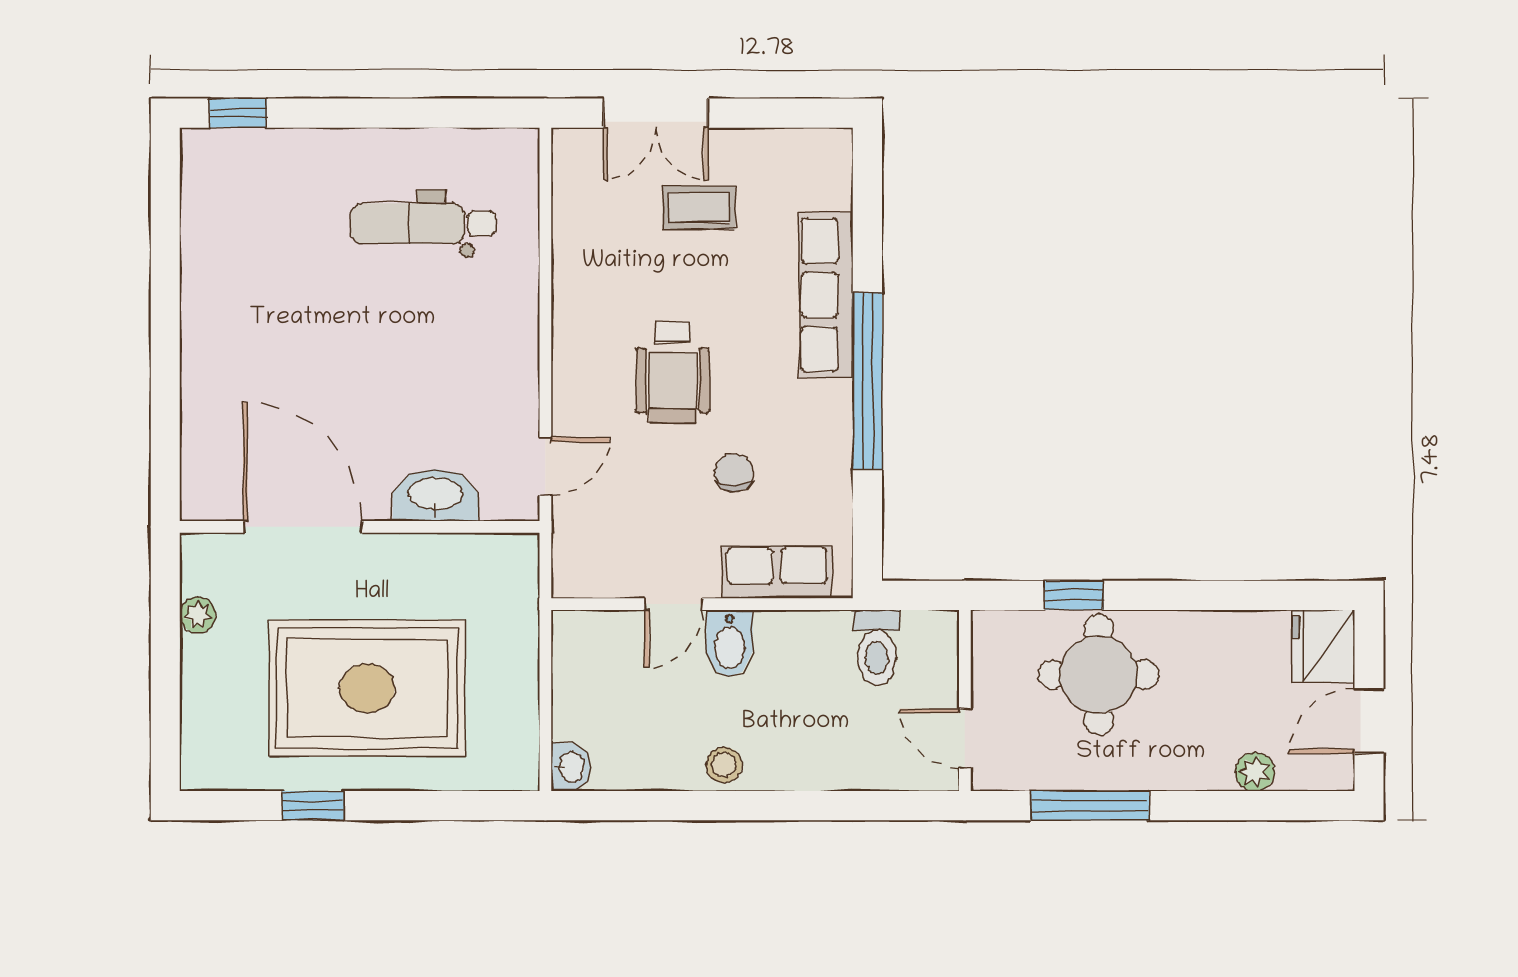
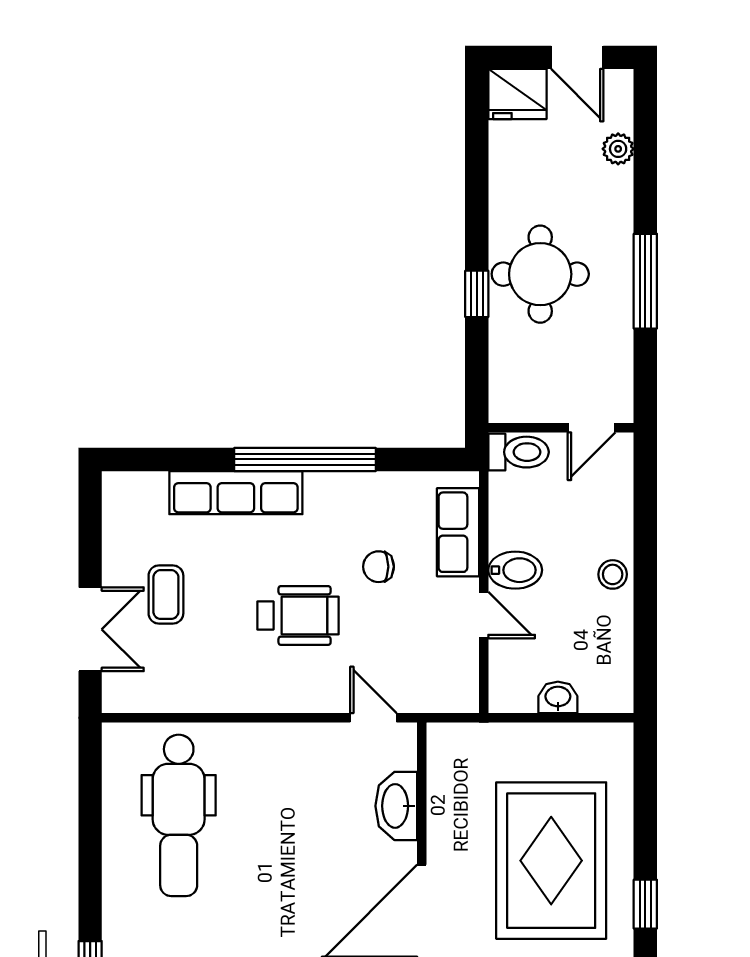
dental chair: (424, 224) -> (179, 815), width x1.36, depth x1.38
wall: (965, 701) -> (561, 428), moved
door: (965, 739) -> (591, 428), moved
washbasin: (571, 767) -> (558, 697), moved

